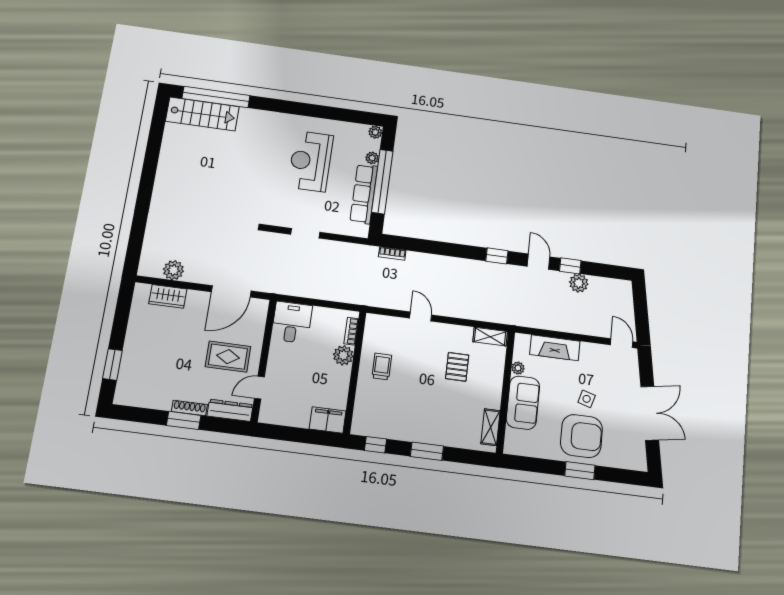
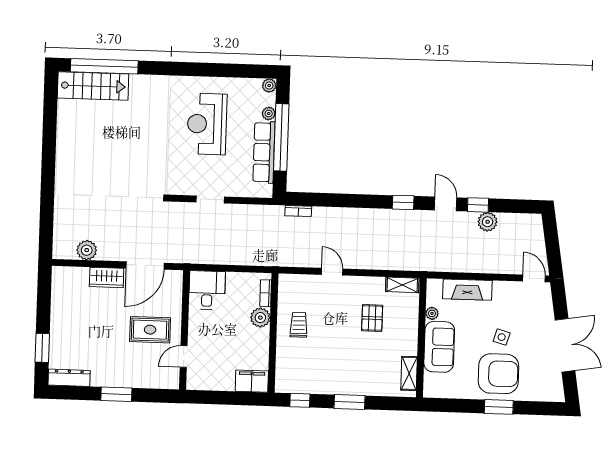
wardrobe: (168, 296) -> (107, 277), moved
shoe rack: (189, 408) -> (120, 382), removed
dresser: (230, 410) -> (69, 378), moved

